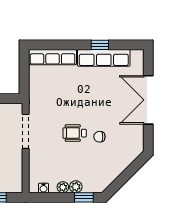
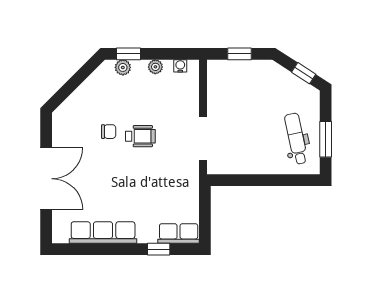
window: (100, 45) -> (159, 249), moved
row of seats: (53, 57) -> (179, 233), width x0.68
plant: (76, 187) -> (123, 67), moved

